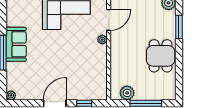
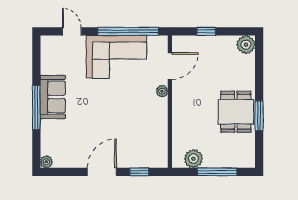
window: (179, 27) -> (259, 116), moved

